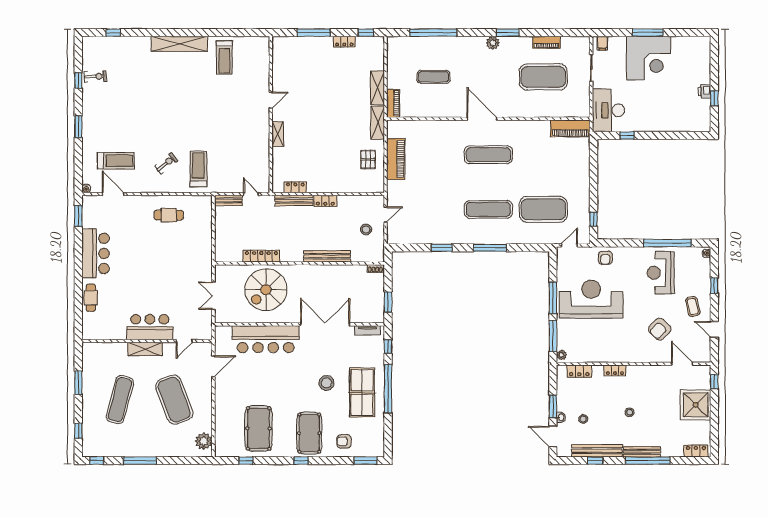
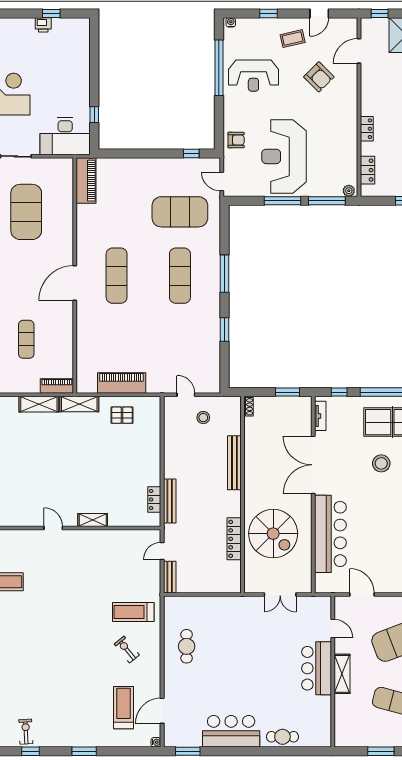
locker: (325, 201) -> (170, 465), removed
exercise mat: (543, 209) -> (180, 212), turned 90

